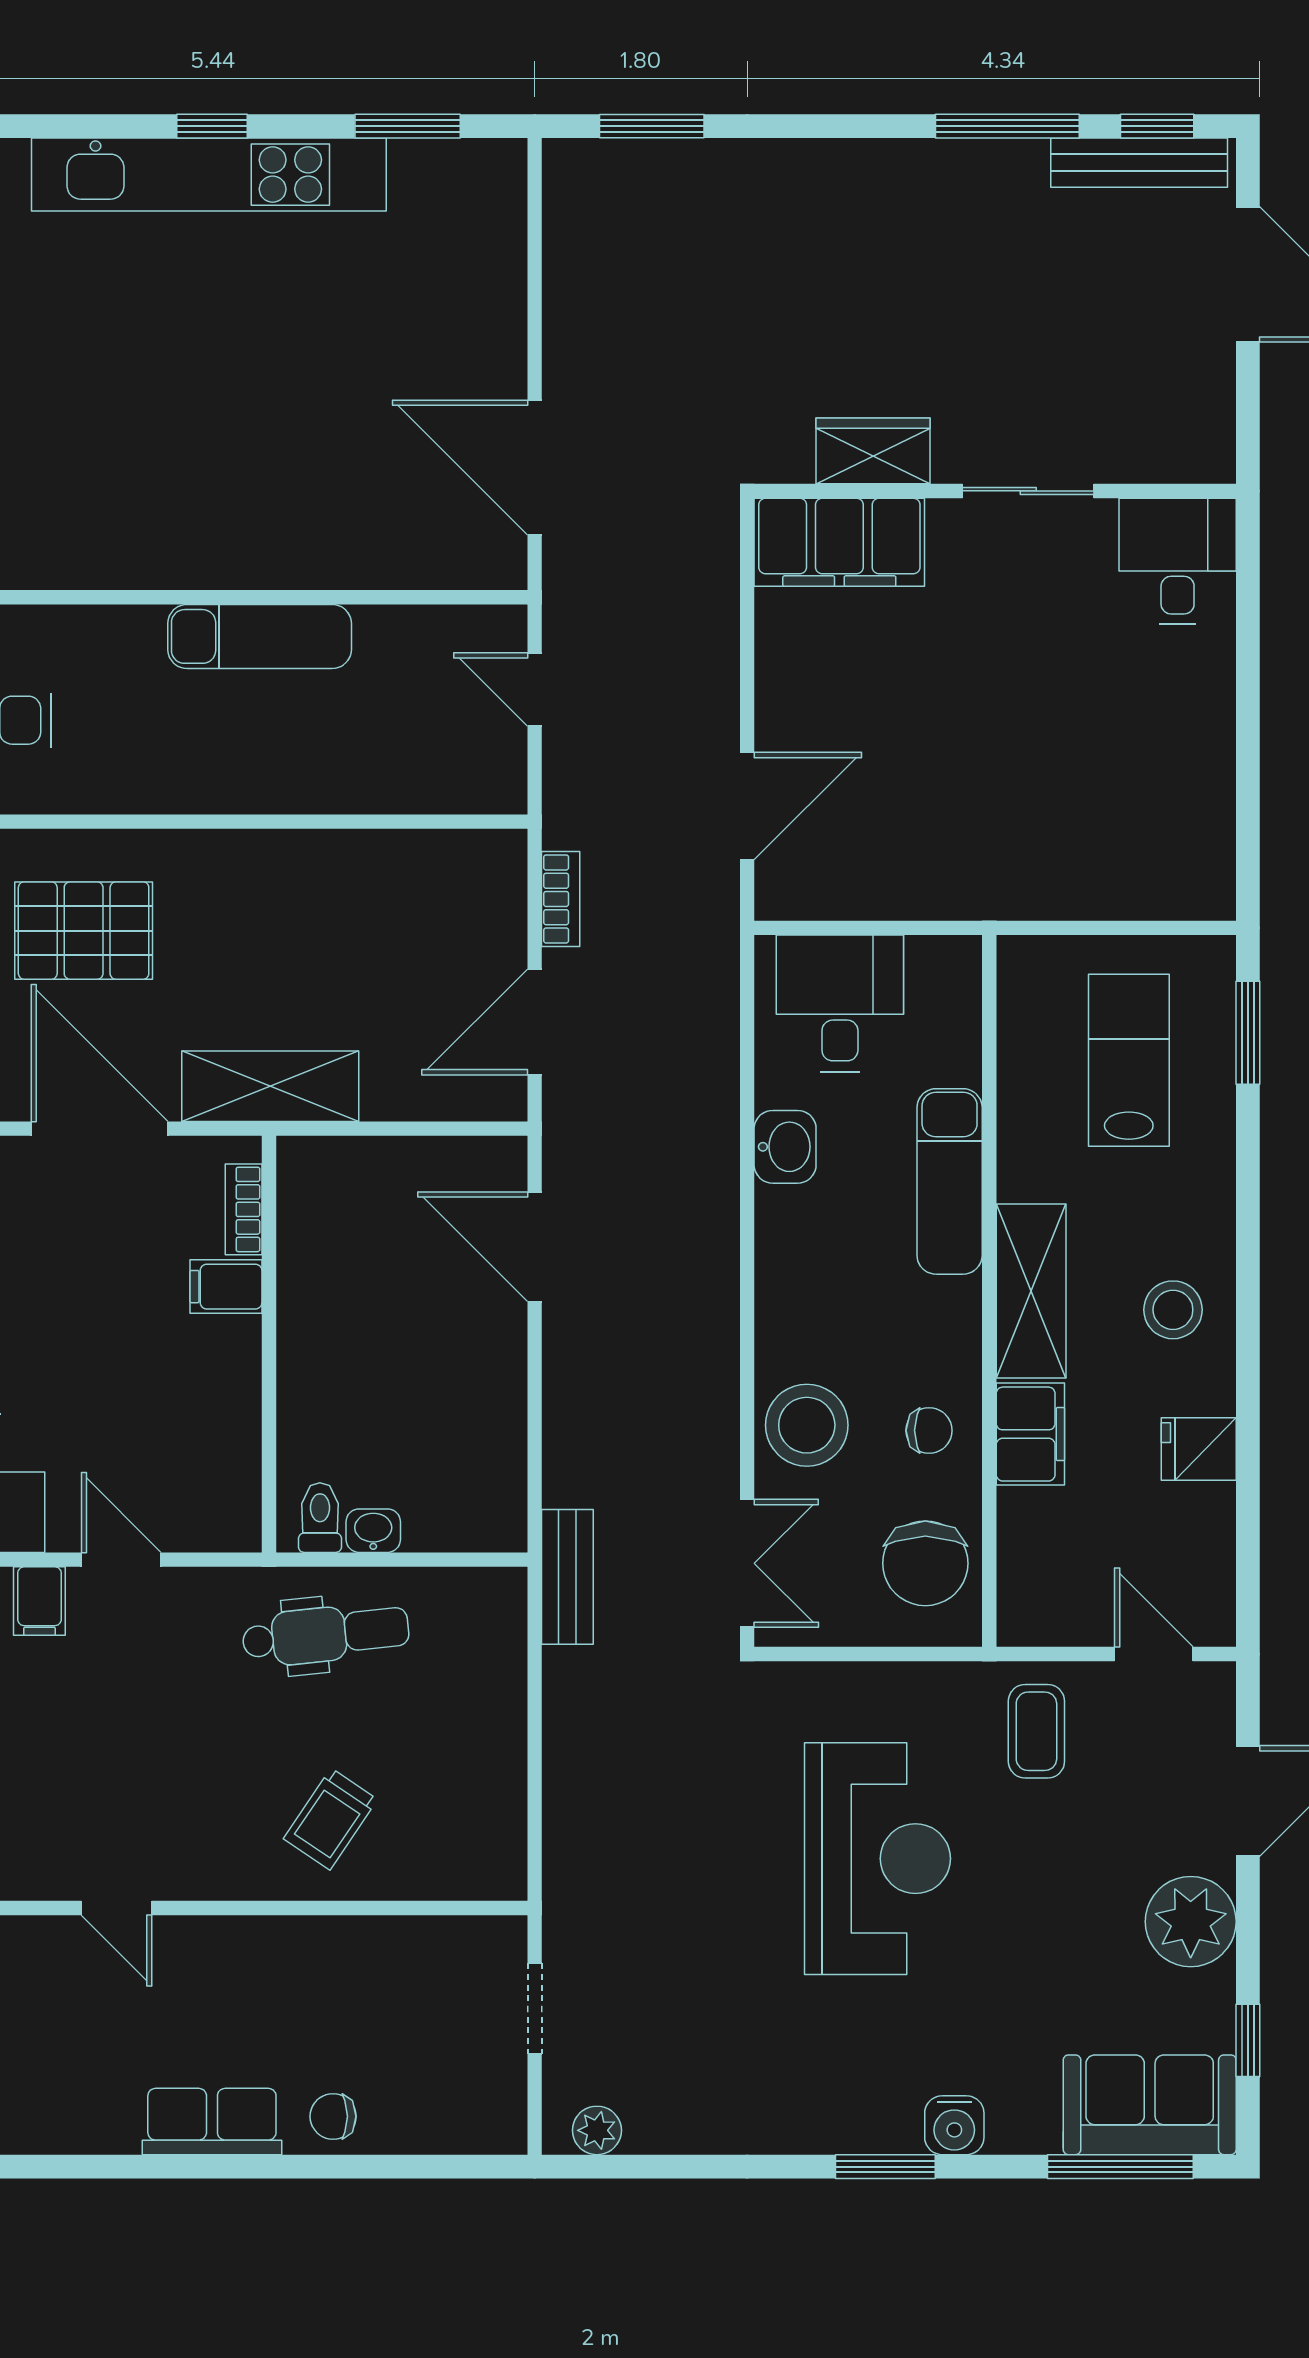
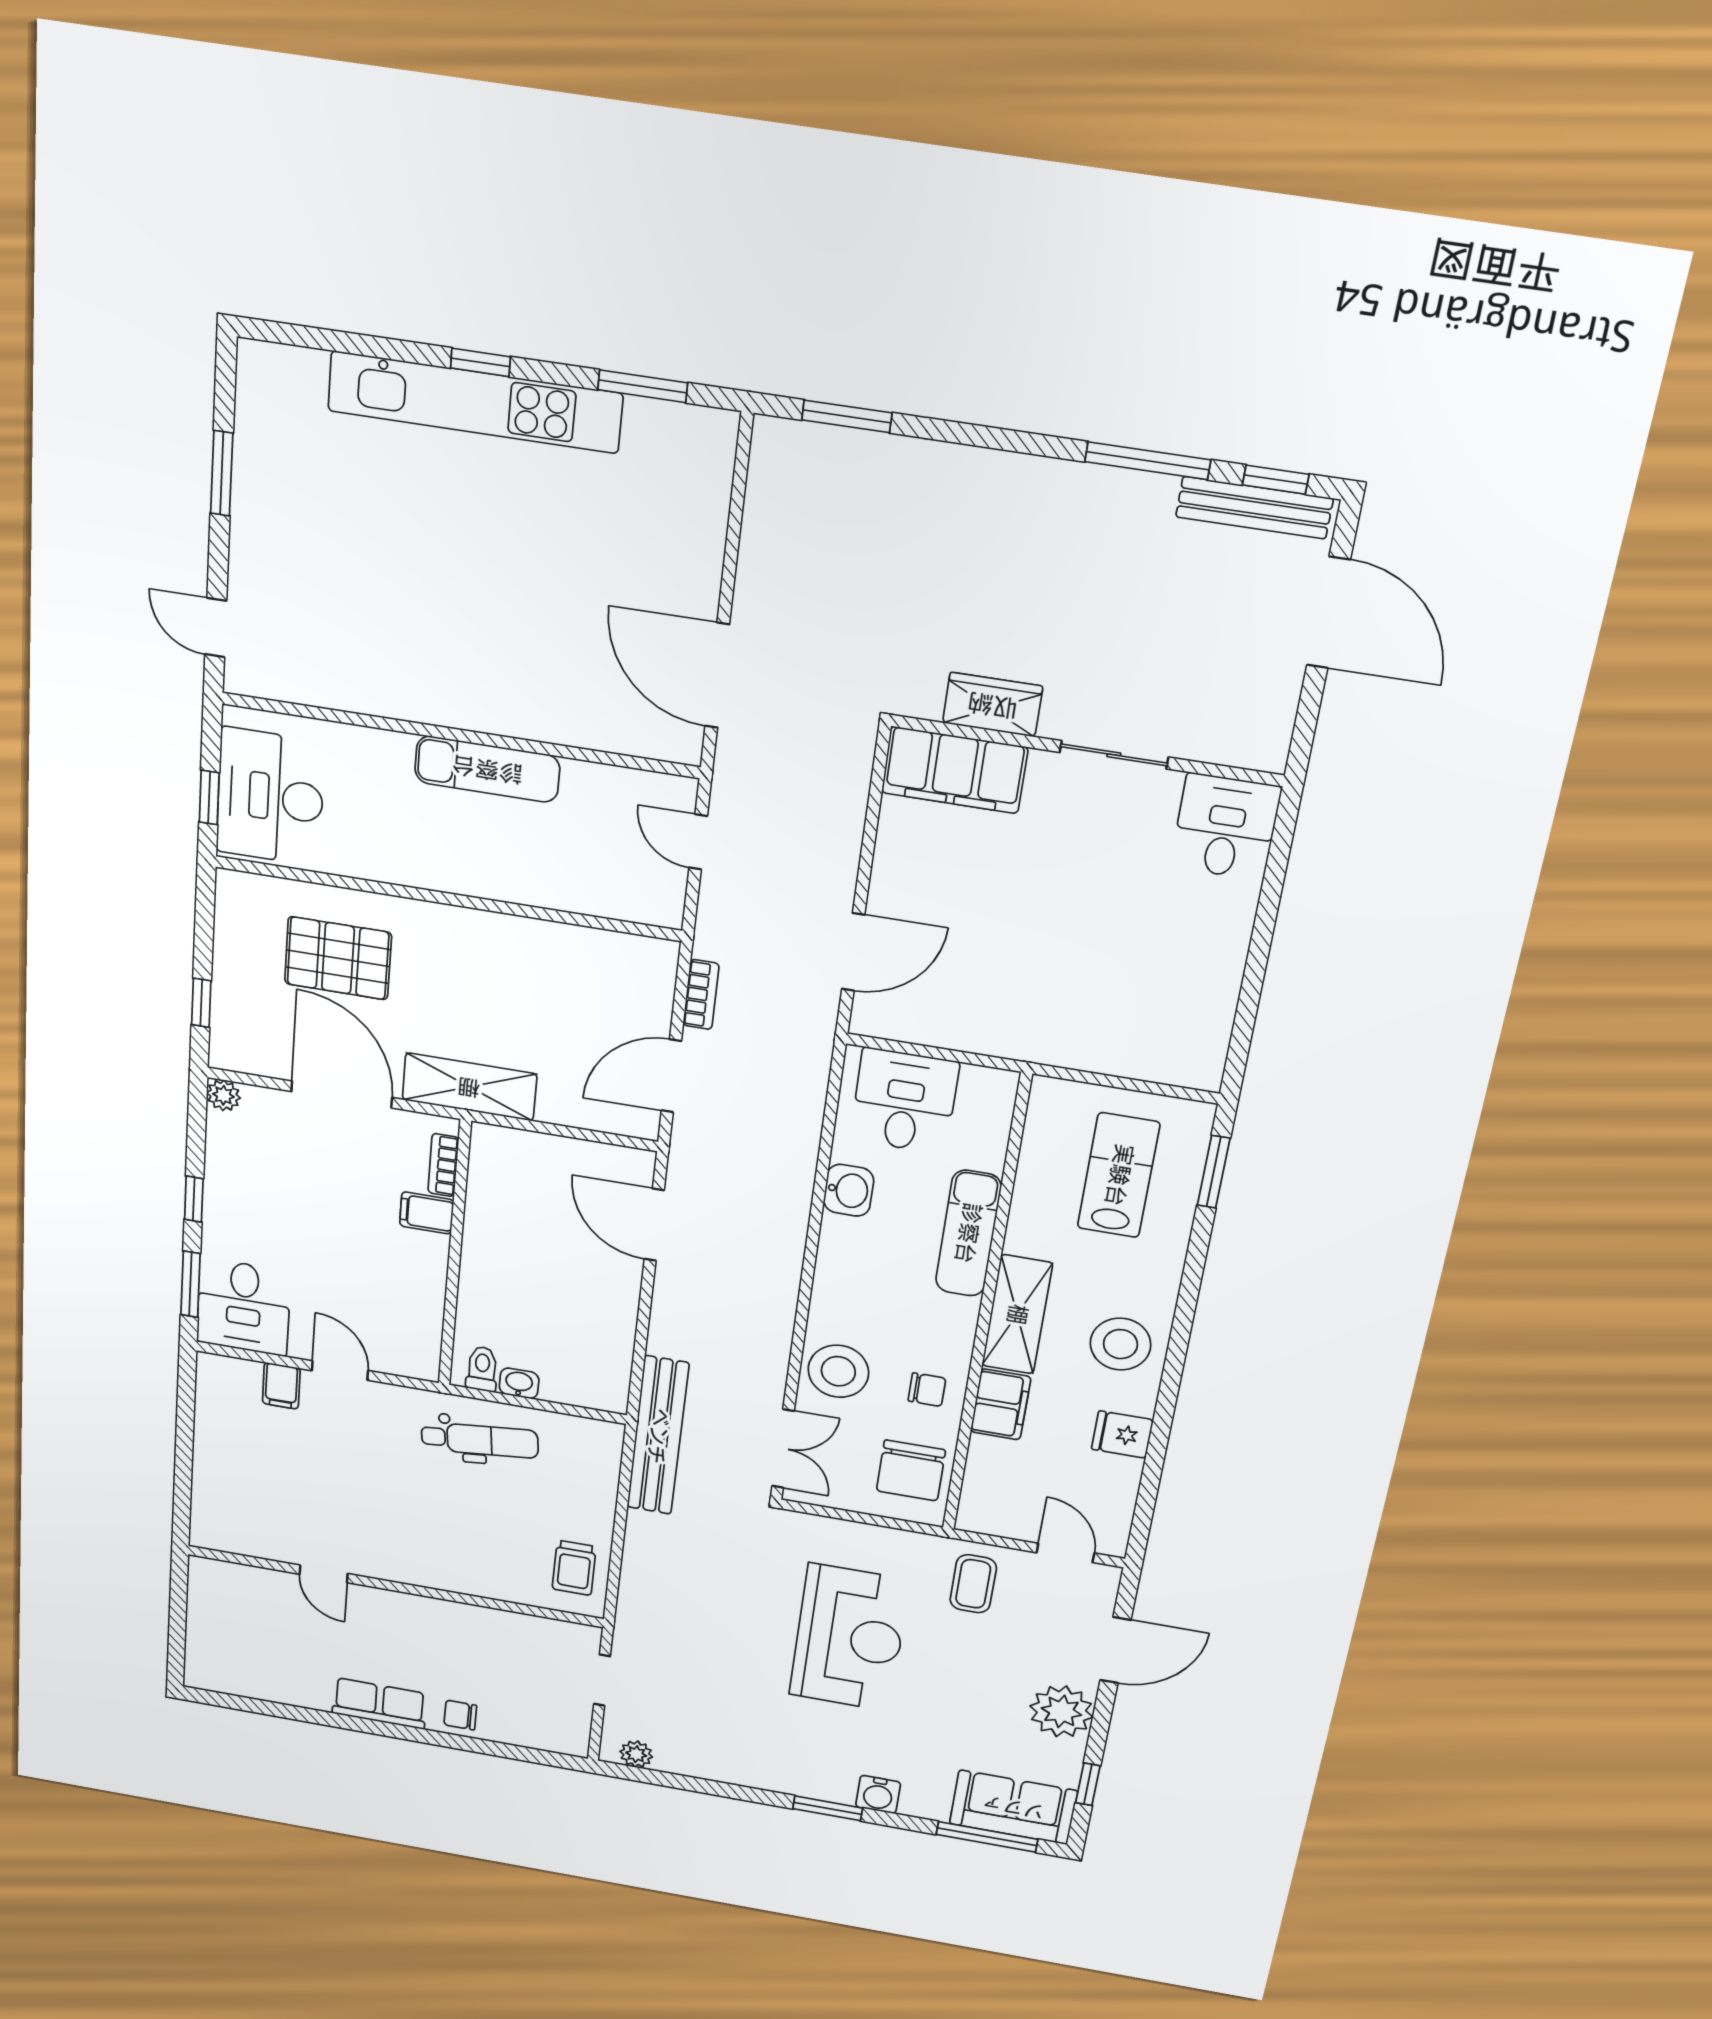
stool: (1173, 1310) -> (1120, 1344), width x1.38, depth x1.38
bench: (567, 1577) -> (658, 1436), width x1.86, depth x1.21
trolley: (330, 1819) -> (574, 1568), moved, turned -34

